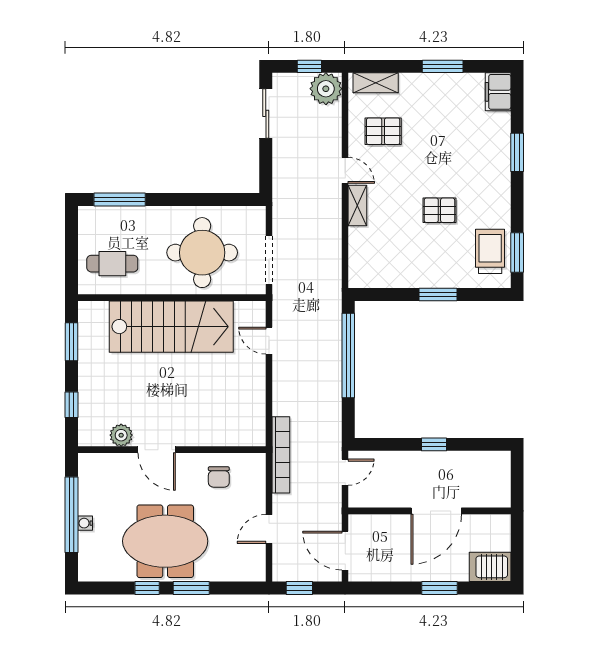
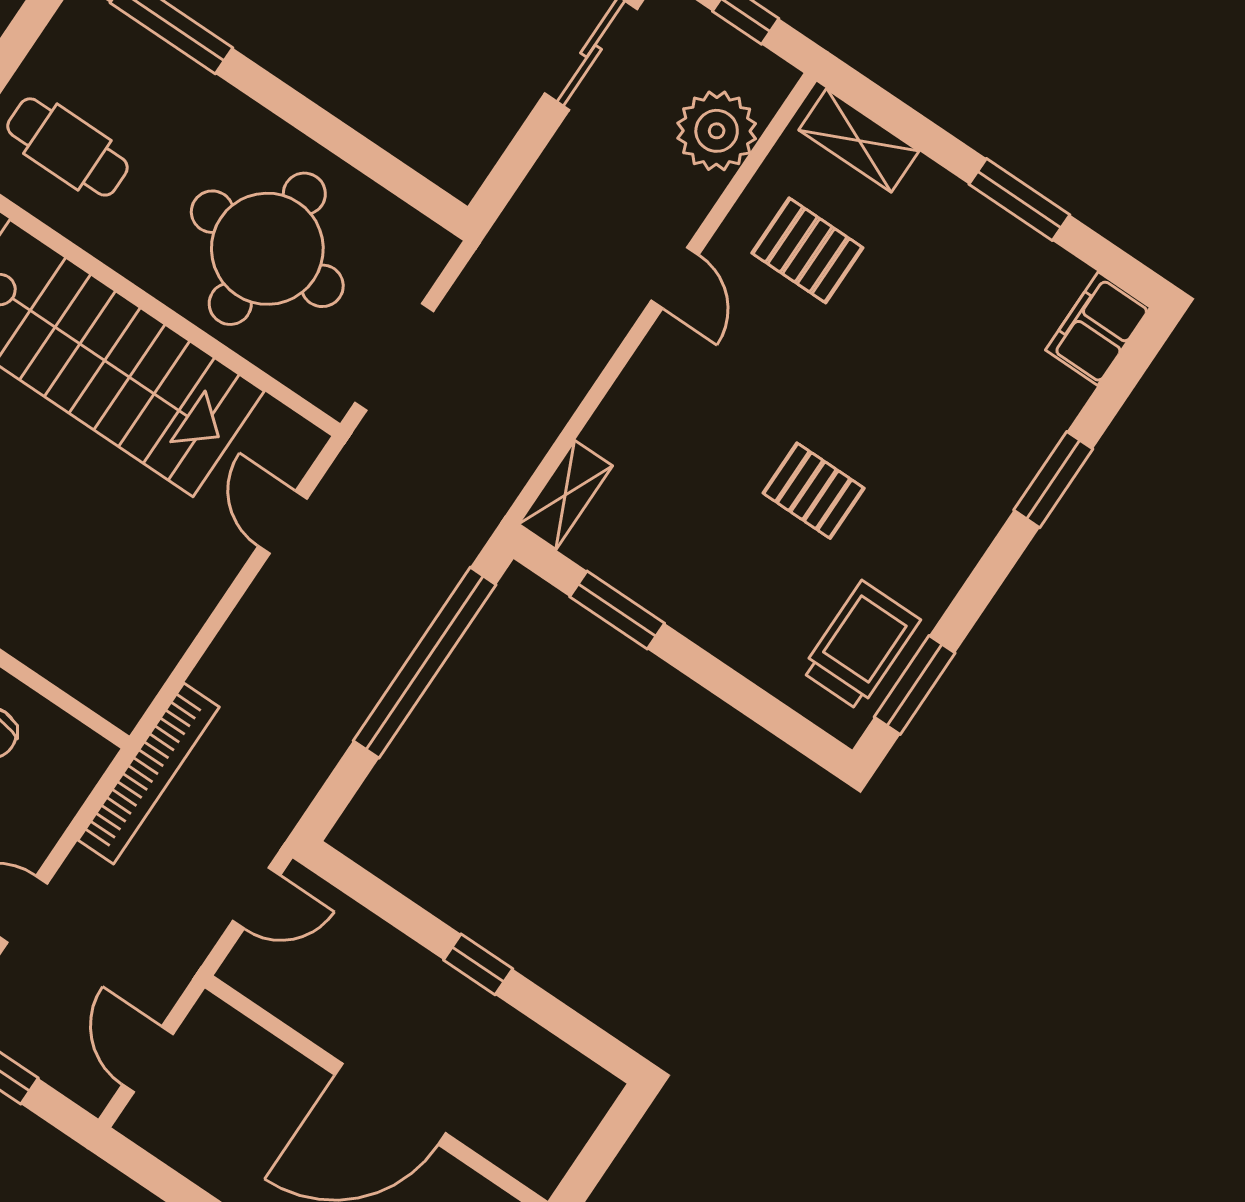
plant: (326, 89) -> (717, 131), moved
shelving: (357, 205) -> (565, 495), moved
window: (438, 294) -> (617, 610), moved
door: (345, 551) -> (148, 1059), width x0.73

